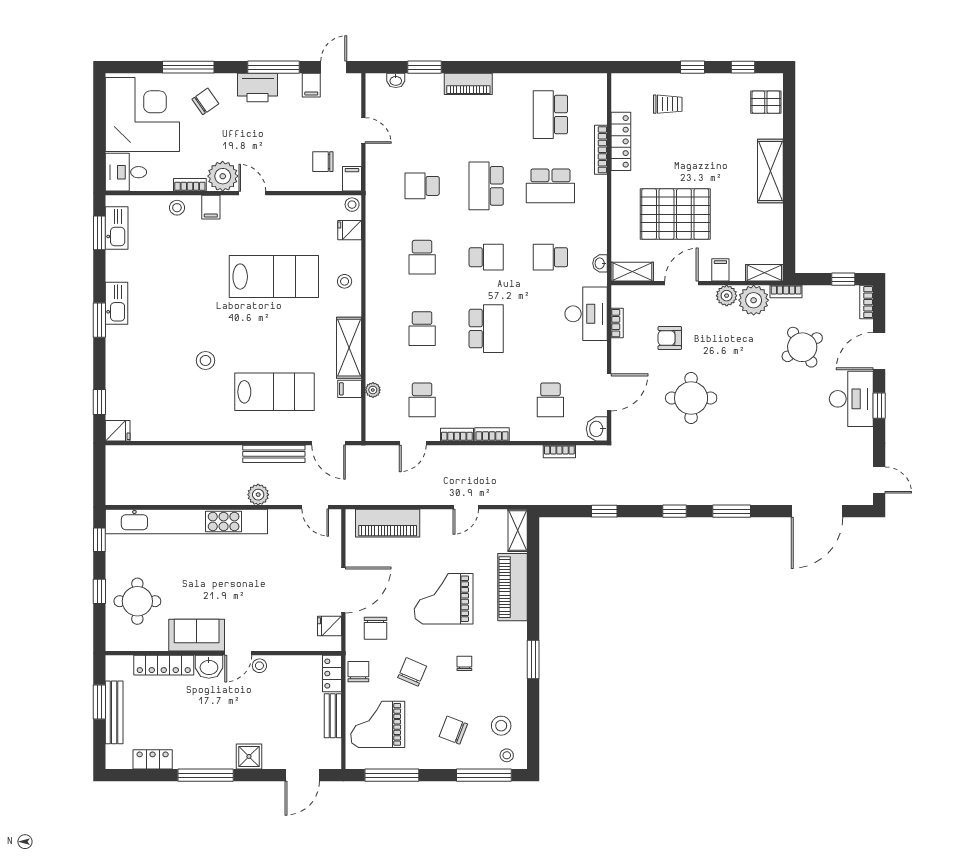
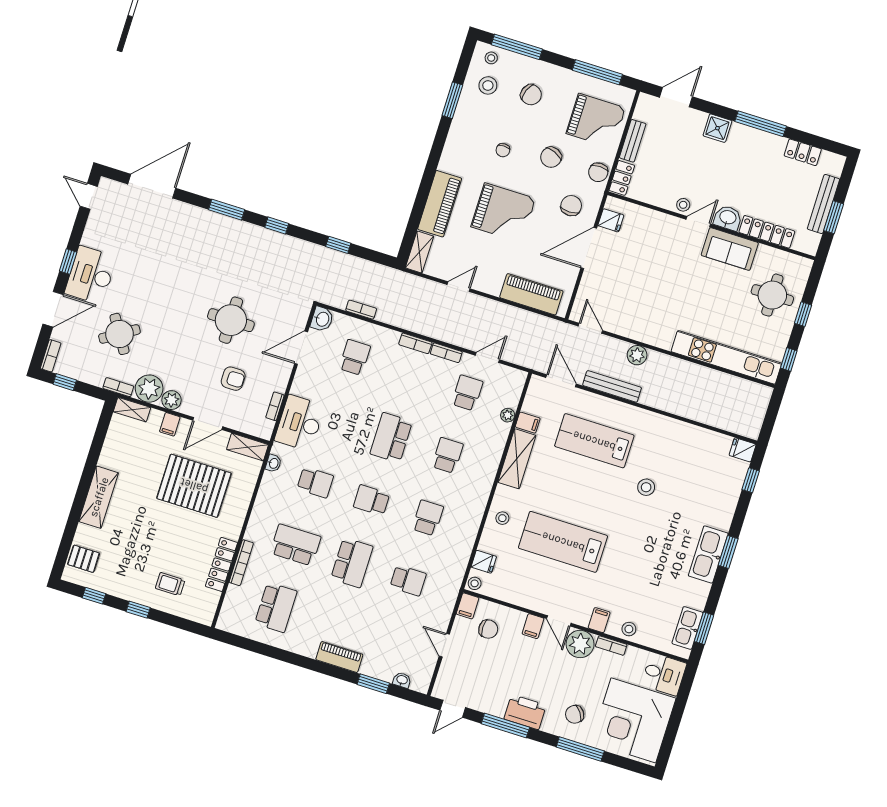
filing cabinet: (311, 85) -> (533, 626), moved, turned 180
kitchen sink: (116, 303) -> (708, 554), width x1.36, depth x1.24
kitchen unit: (186, 521) -> (726, 357), width x0.73
window: (533, 659) -> (452, 100), moved

